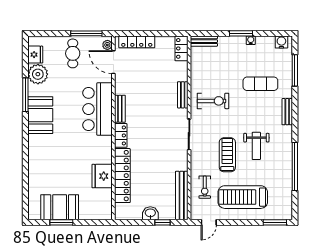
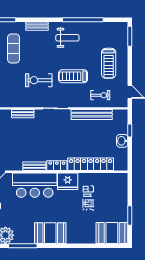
exercise bike: (213, 101) -> (39, 80), moved, turned -90
booth: (40, 115) -> (50, 233), moved
weight bench: (256, 146) -> (67, 38), moved
fridge: (102, 176) -> (68, 181), moved
bench: (182, 195) -> (92, 115), moved
treadmill: (243, 197) -> (109, 63), width x0.73, depth x0.73
booth: (60, 207) -> (112, 233), moved, turned 90

